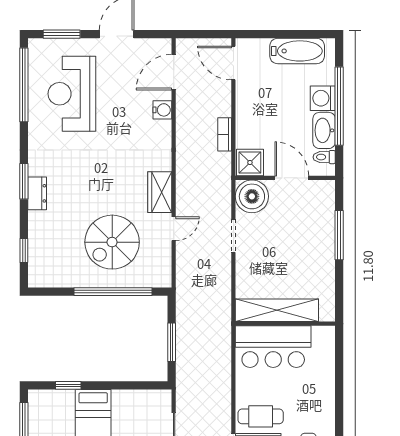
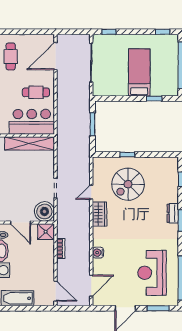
reception desk: (72, 94) -> (152, 273), turned 180
water cooler: (162, 110) -> (98, 253), moved
spiral stairs: (112, 242) -> (128, 184), turned 180
window: (113, 292) -> (127, 155), width x0.32
cafe table: (261, 416) -> (36, 92), moved

